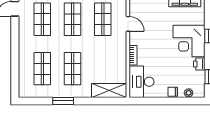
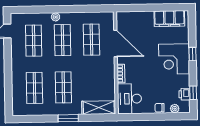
door: (128, 24) -> (115, 44), width x1.88
printer: (199, 64) -> (184, 94), moved
window: (63, 101) -> (68, 118), moved

